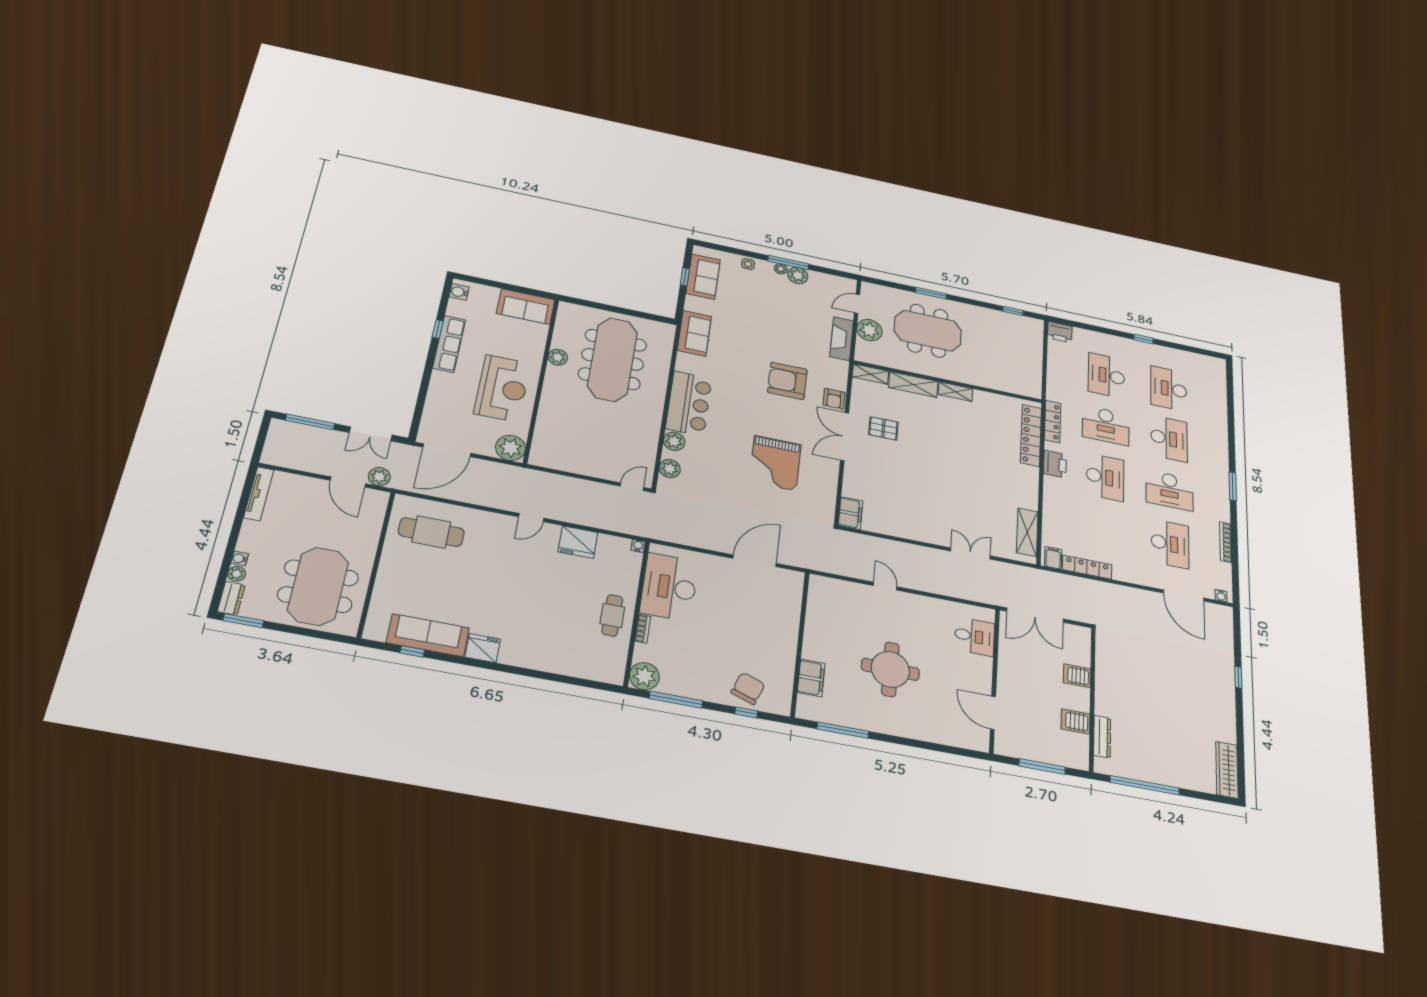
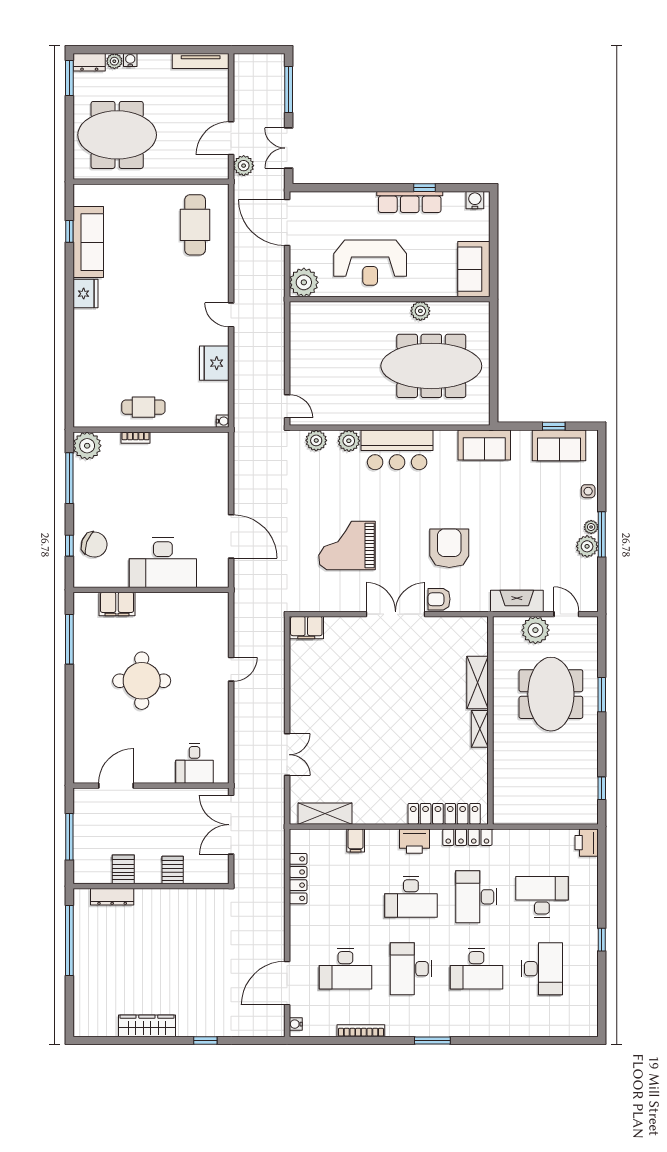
shelving: (870, 374) -> (479, 635), removed
desk: (1169, 389) -> (542, 969), turned 90
pallet: (883, 428) -> (415, 654), removed
filing cabinet: (1053, 558) -> (356, 840), moved, turned 90
desk: (669, 587) -> (163, 563), moved, turned 180
wardrobe: (1227, 770) -> (147, 1026), moved

